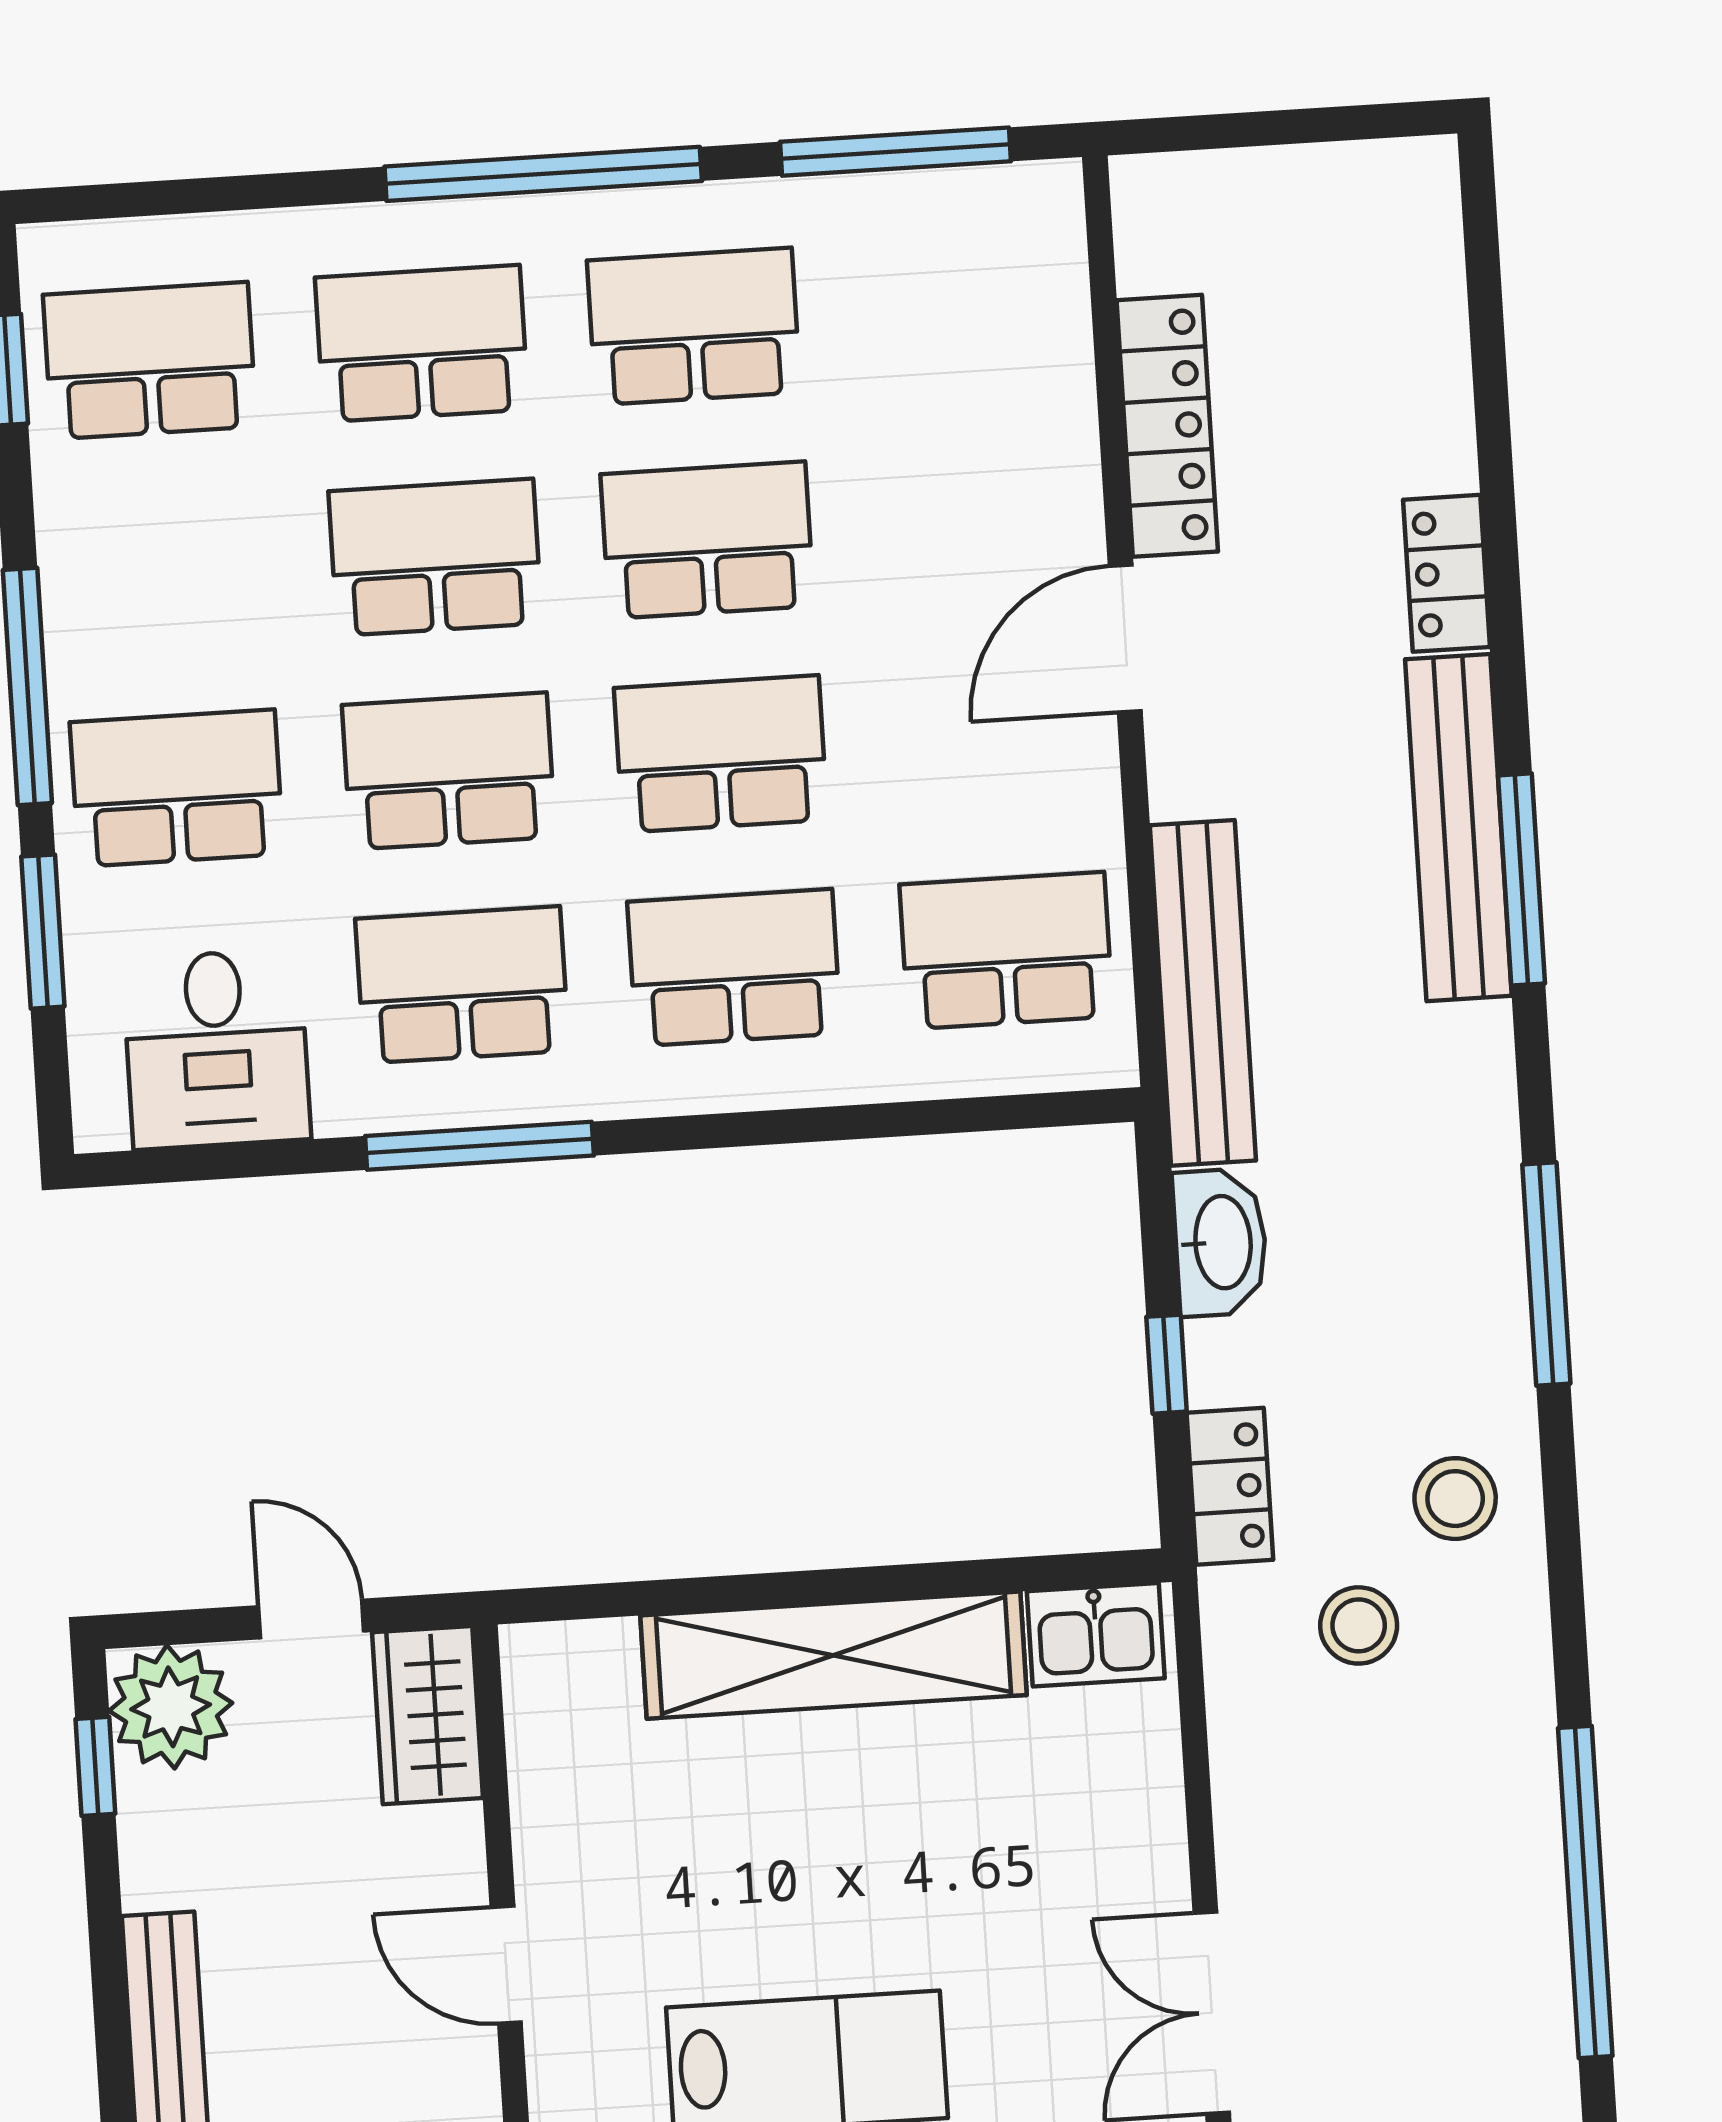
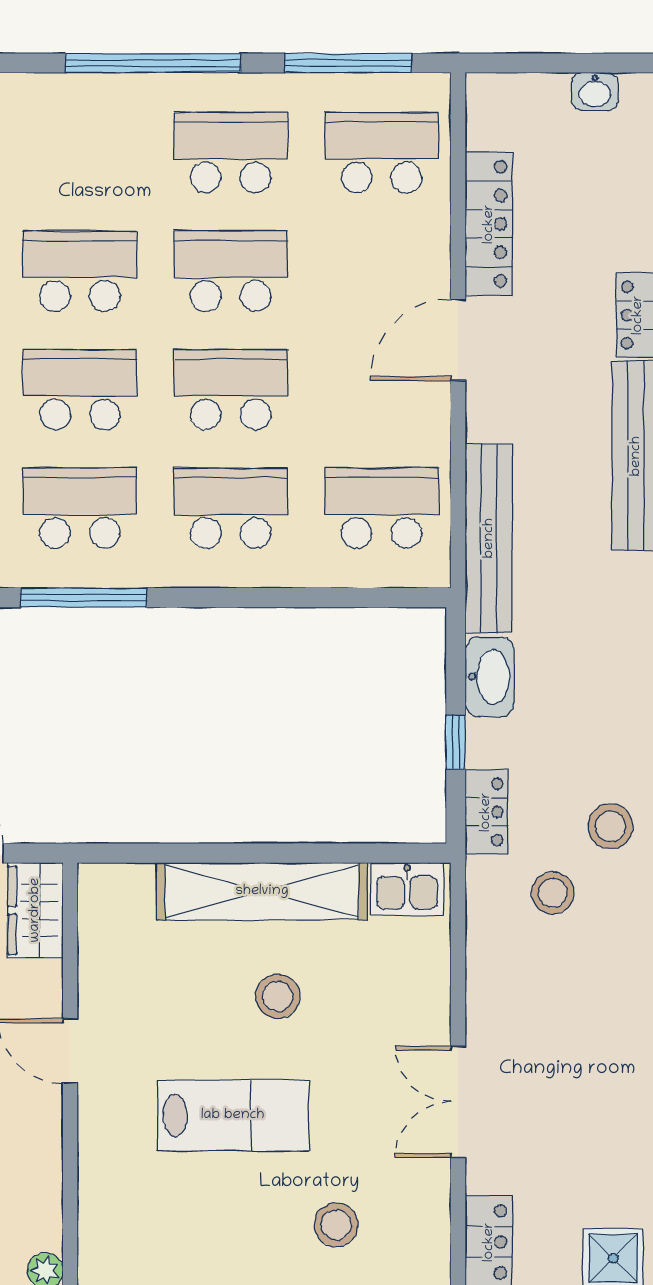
washbasin: (1344, 175) -> (595, 91), added
school desk: (422, 343) -> (382, 153), moved
stool: (874, 1843) -> (278, 996), added

